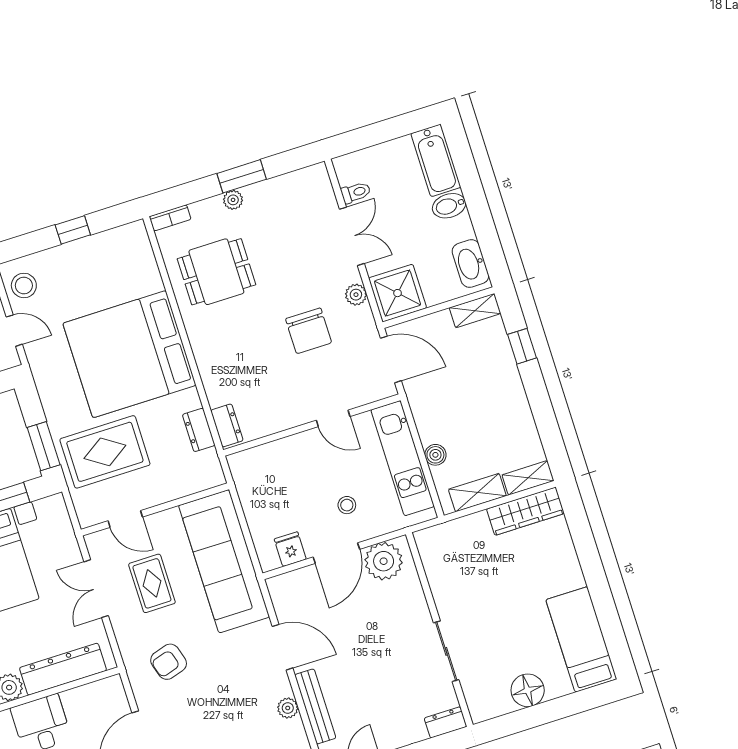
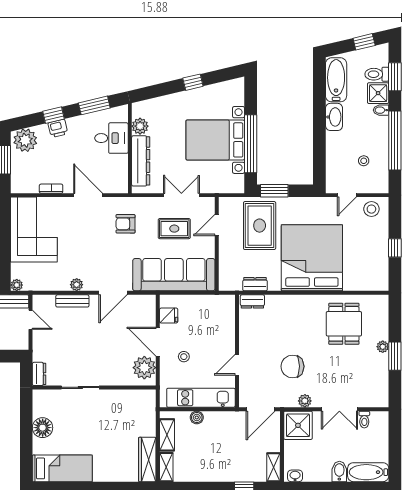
bookcase: (170, 218) -> (384, 307), removed
washbasin: (470, 264) -> (295, 476), width x0.52, depth x0.69
armchair: (169, 662) -> (126, 224), turned -73
bench: (315, 706) -> (72, 301), width x0.73

